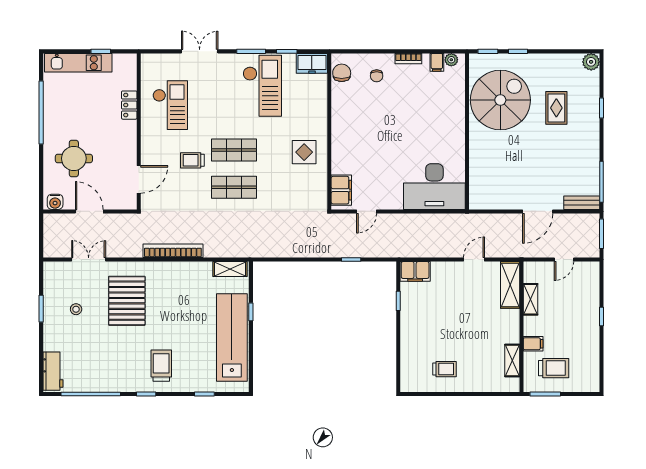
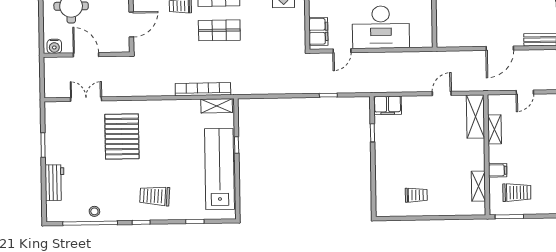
desk: (434, 187) -> (381, 27), moved
bookcase: (173, 251) -> (203, 89), moved
stool: (76, 309) -> (94, 211), moved
trolley: (161, 366) -> (155, 196), turned -86
workbench: (53, 371) -> (55, 183), moved

